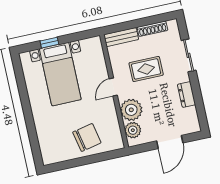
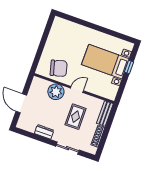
door: (113, 87) -> (77, 89), hinge flipped
plant: (133, 130) -> (43, 85), removed
chair: (87, 137) -> (59, 68), moved, turned -93

